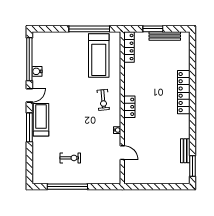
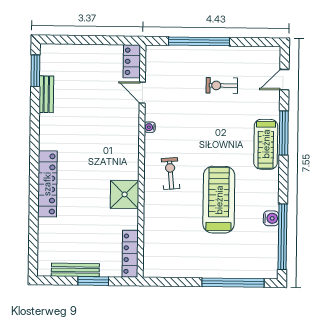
window: (89, 29) -> (233, 283), moved
treadmill: (99, 56) -> (219, 200), moved
shower: (133, 86) -> (125, 194), added
door: (29, 95) -> (284, 80), moved
locker: (129, 107) -> (132, 61), moved
window: (67, 187) -> (199, 41), moved

